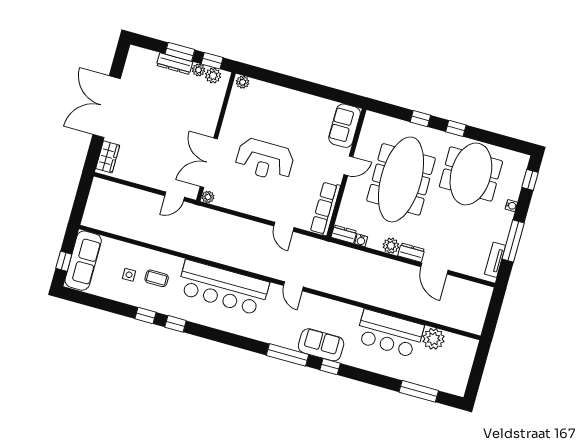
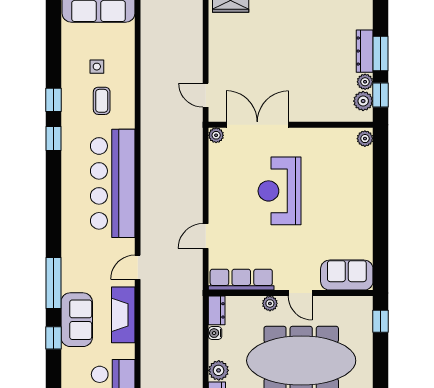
window: (420, 119) -> (381, 321), moved
plant: (350, 191) -> (270, 303), added
fireplace: (327, 308) -> (123, 315), added

